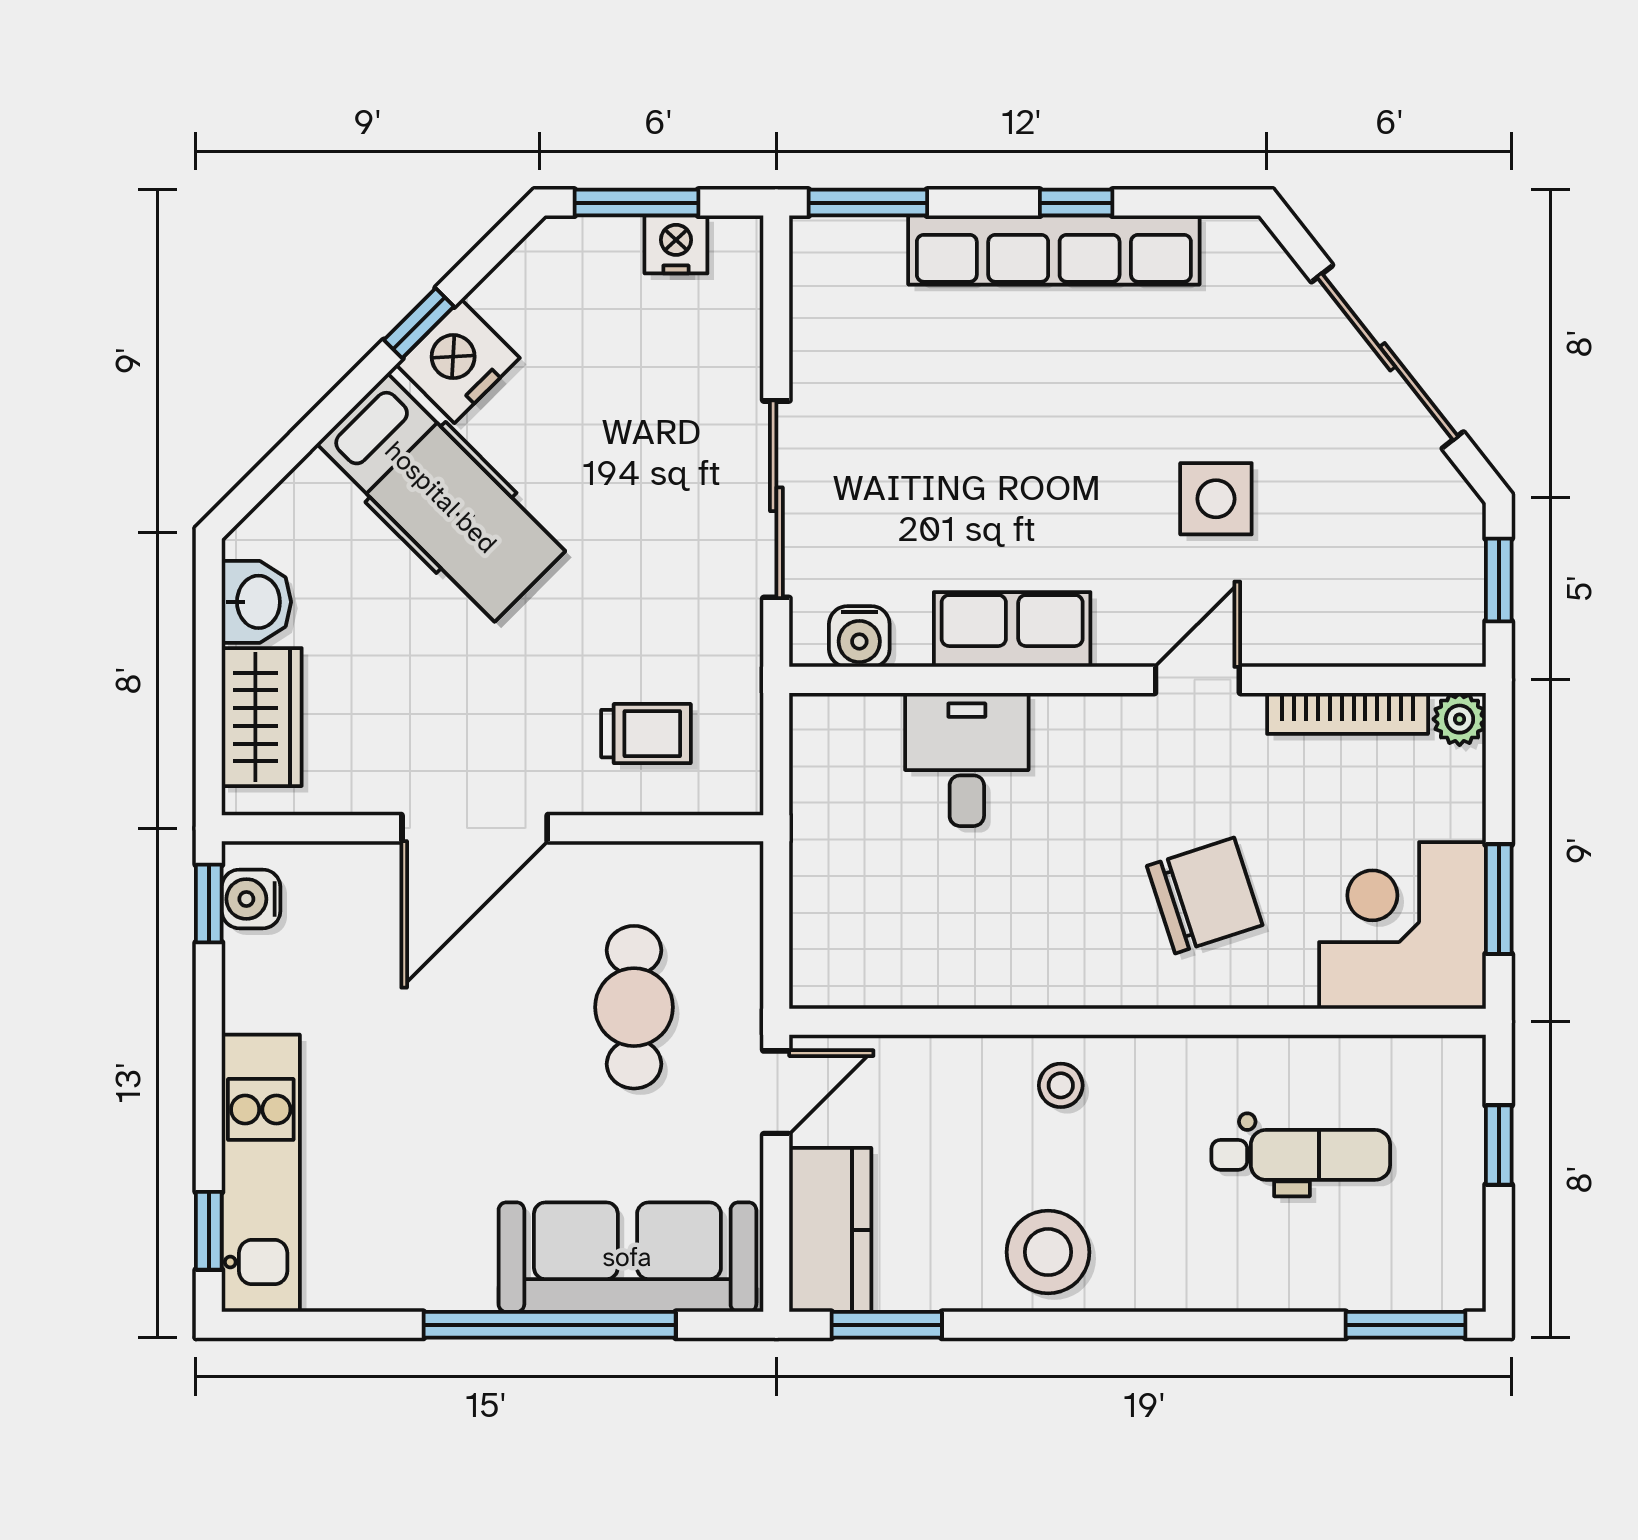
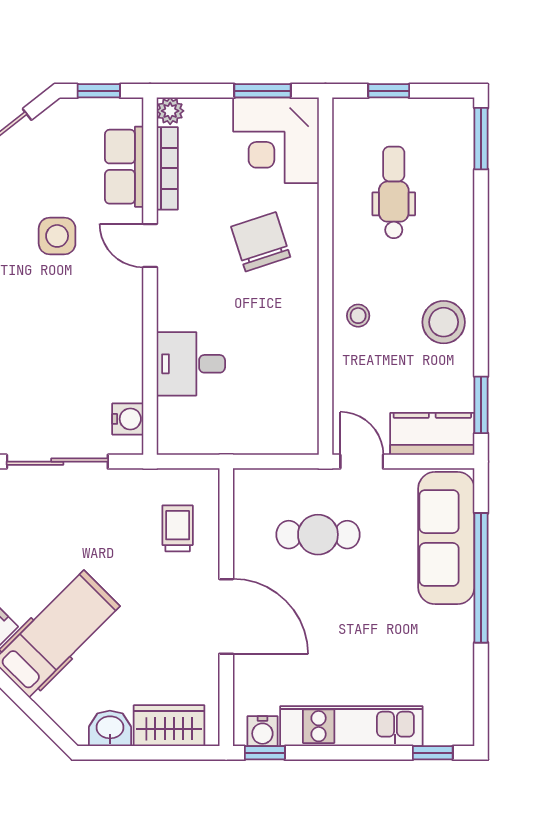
row of seats: (1012, 630) -> (124, 167), moved
kitchen unit: (261, 1173) -> (351, 726), moved

